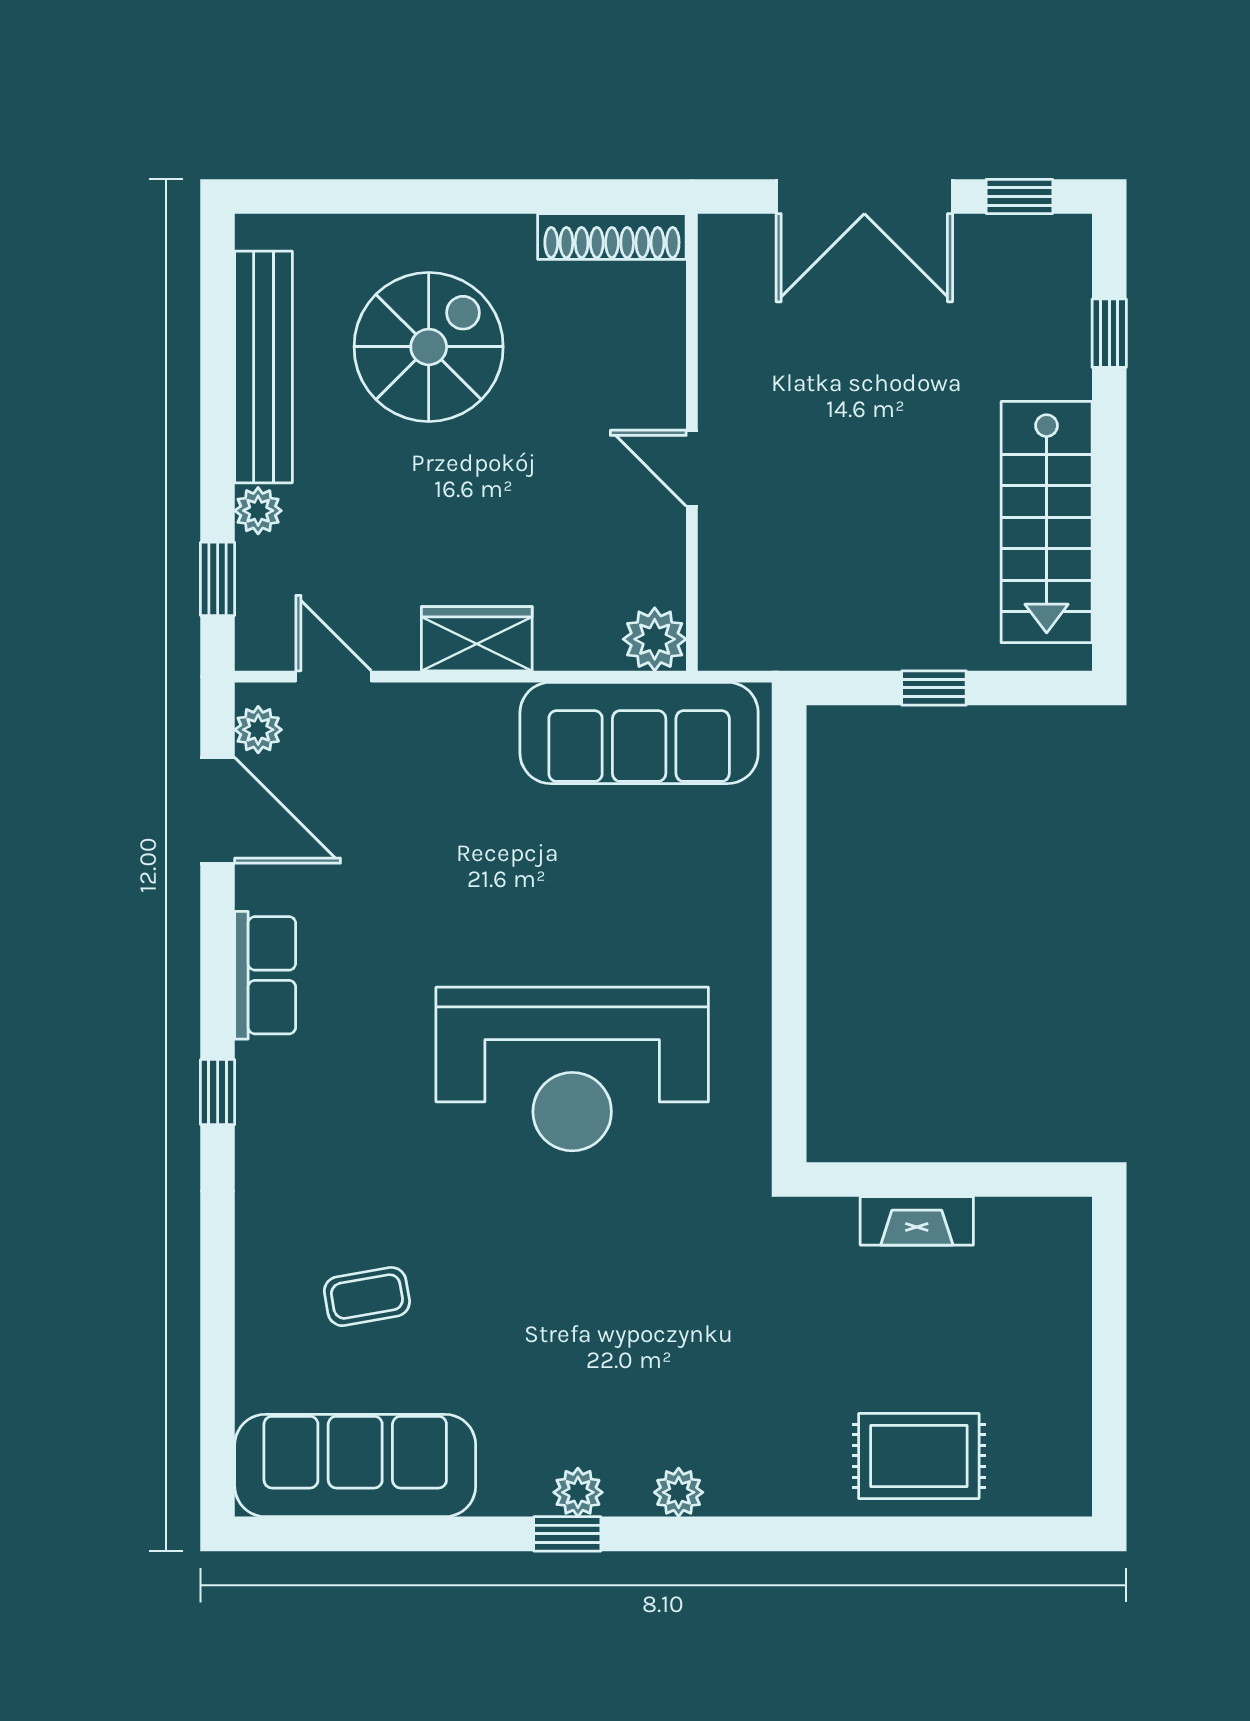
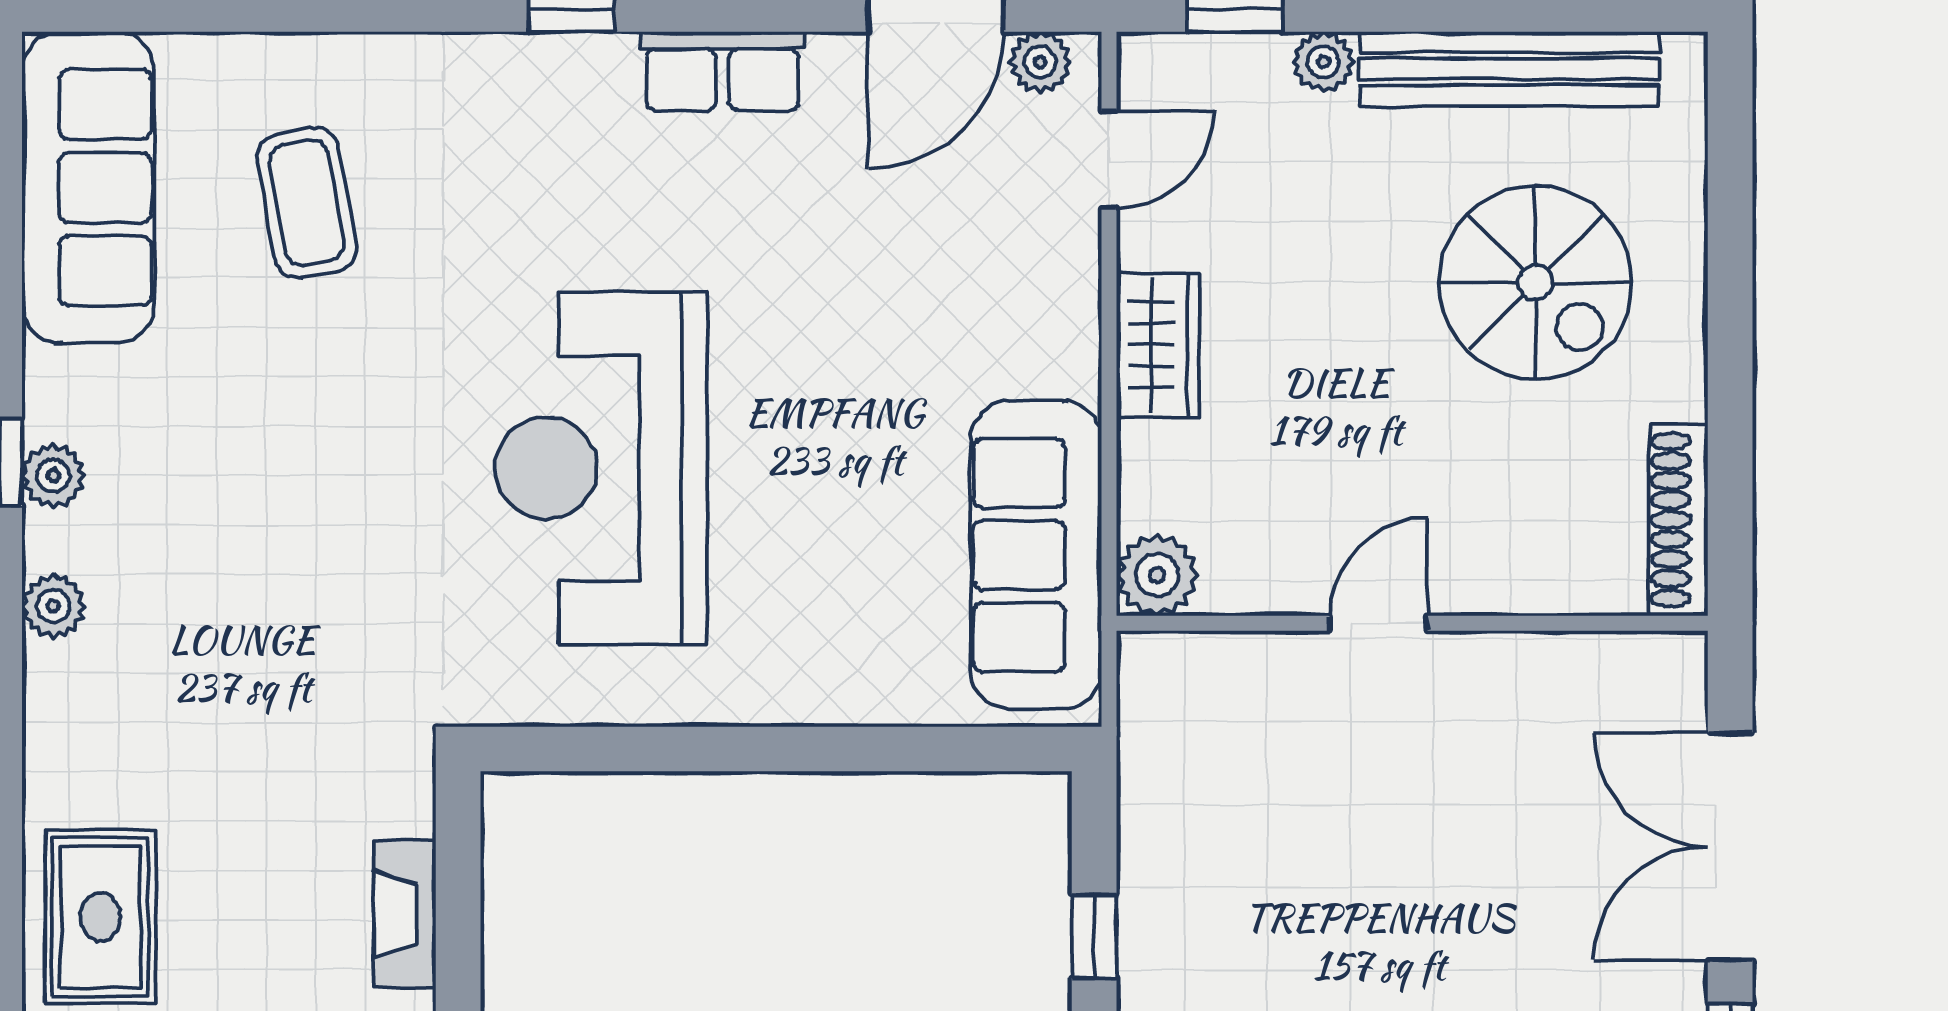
coffee table: (367, 1297) -> (307, 203), width x1.36, depth x1.30

